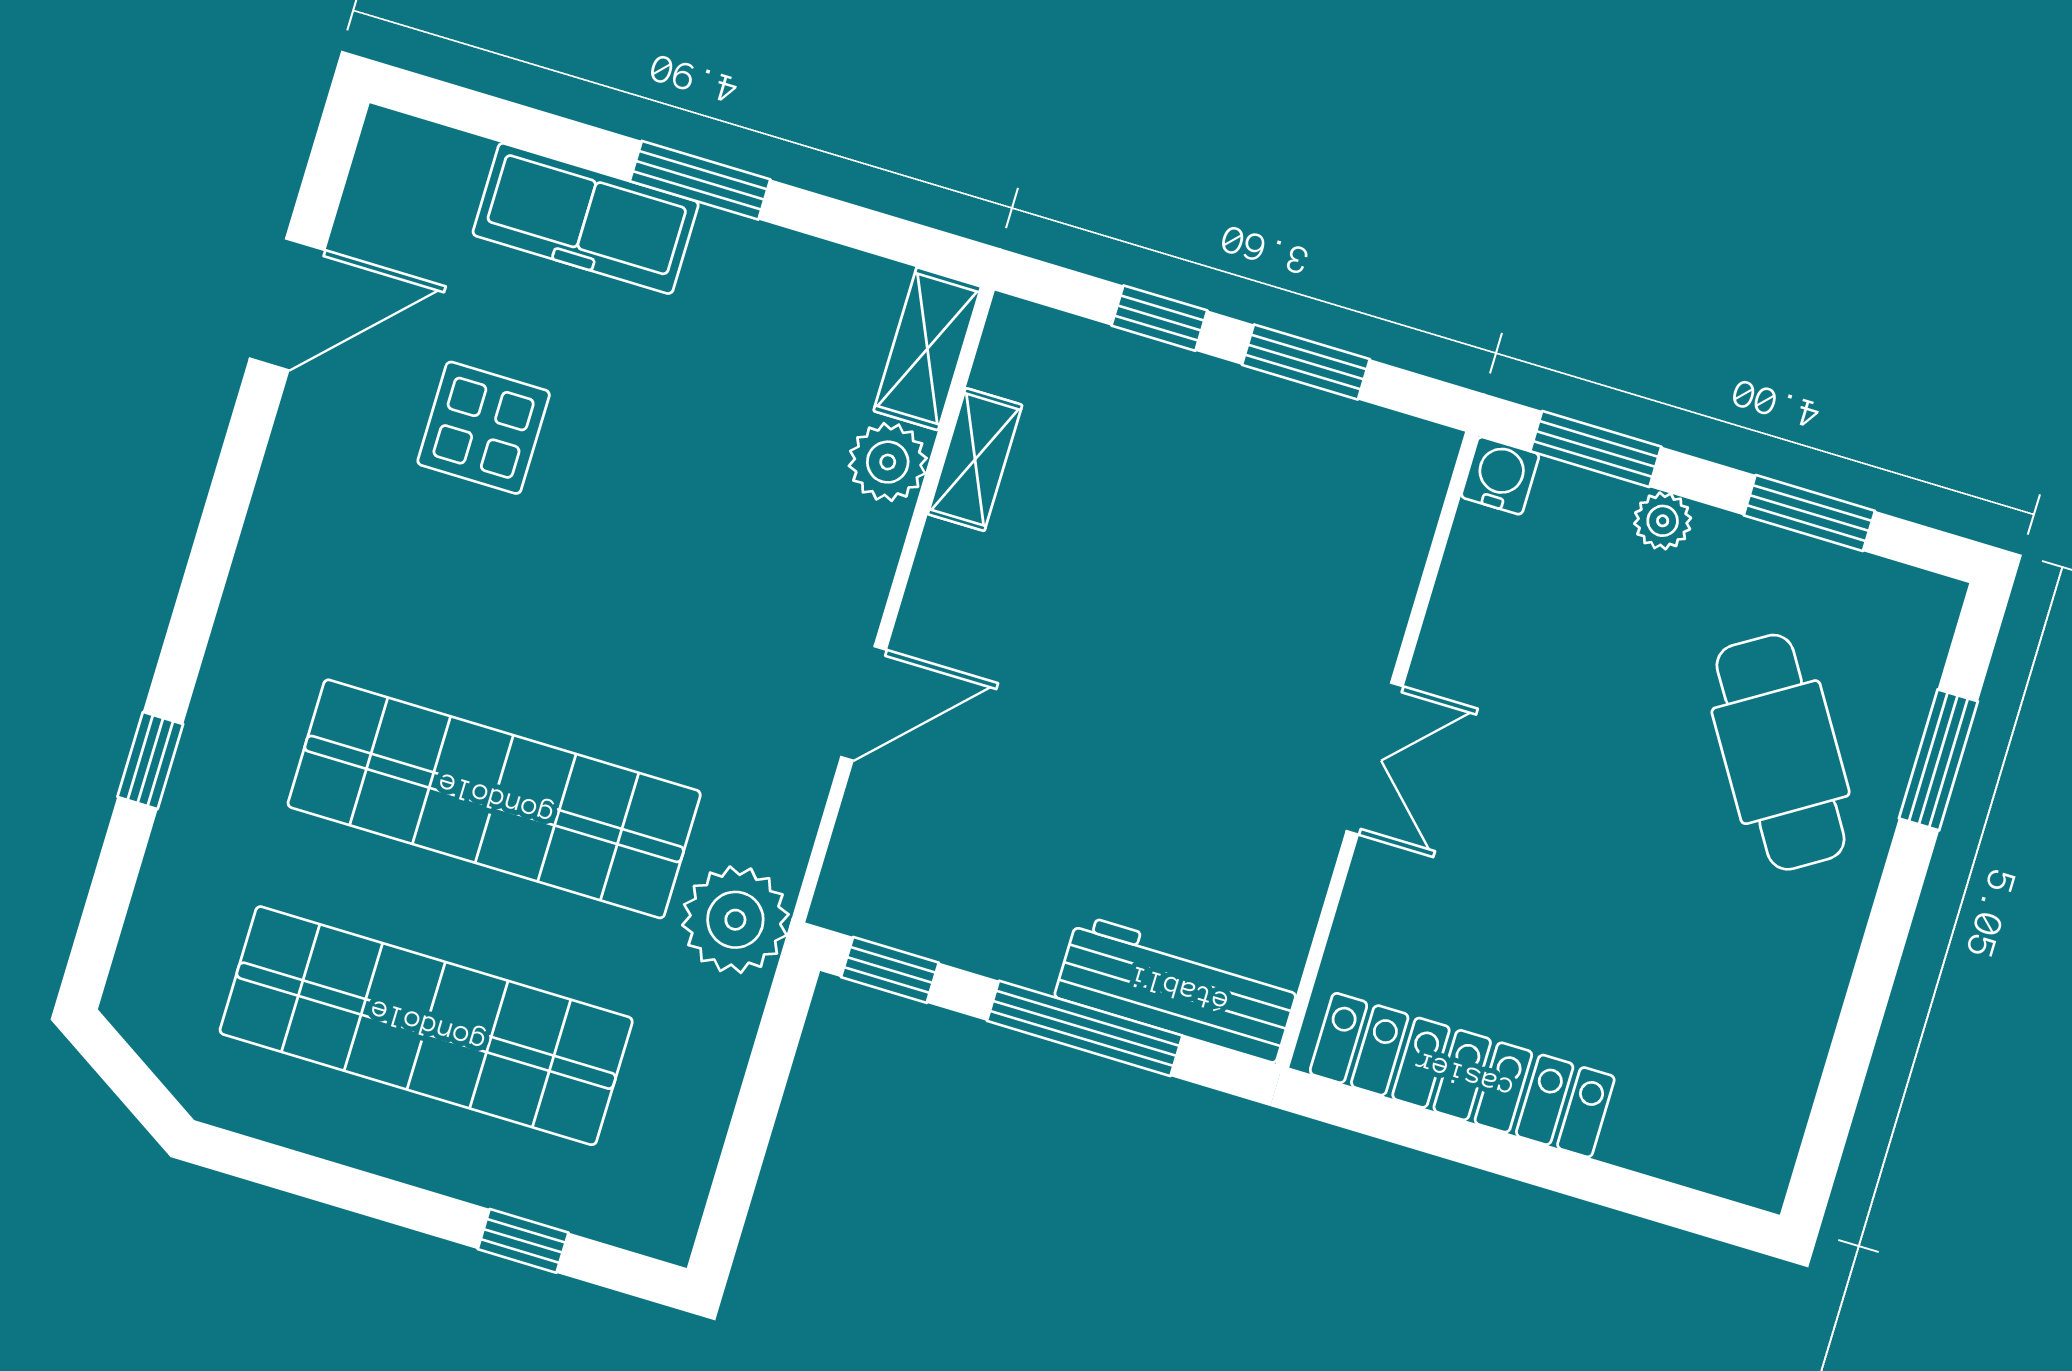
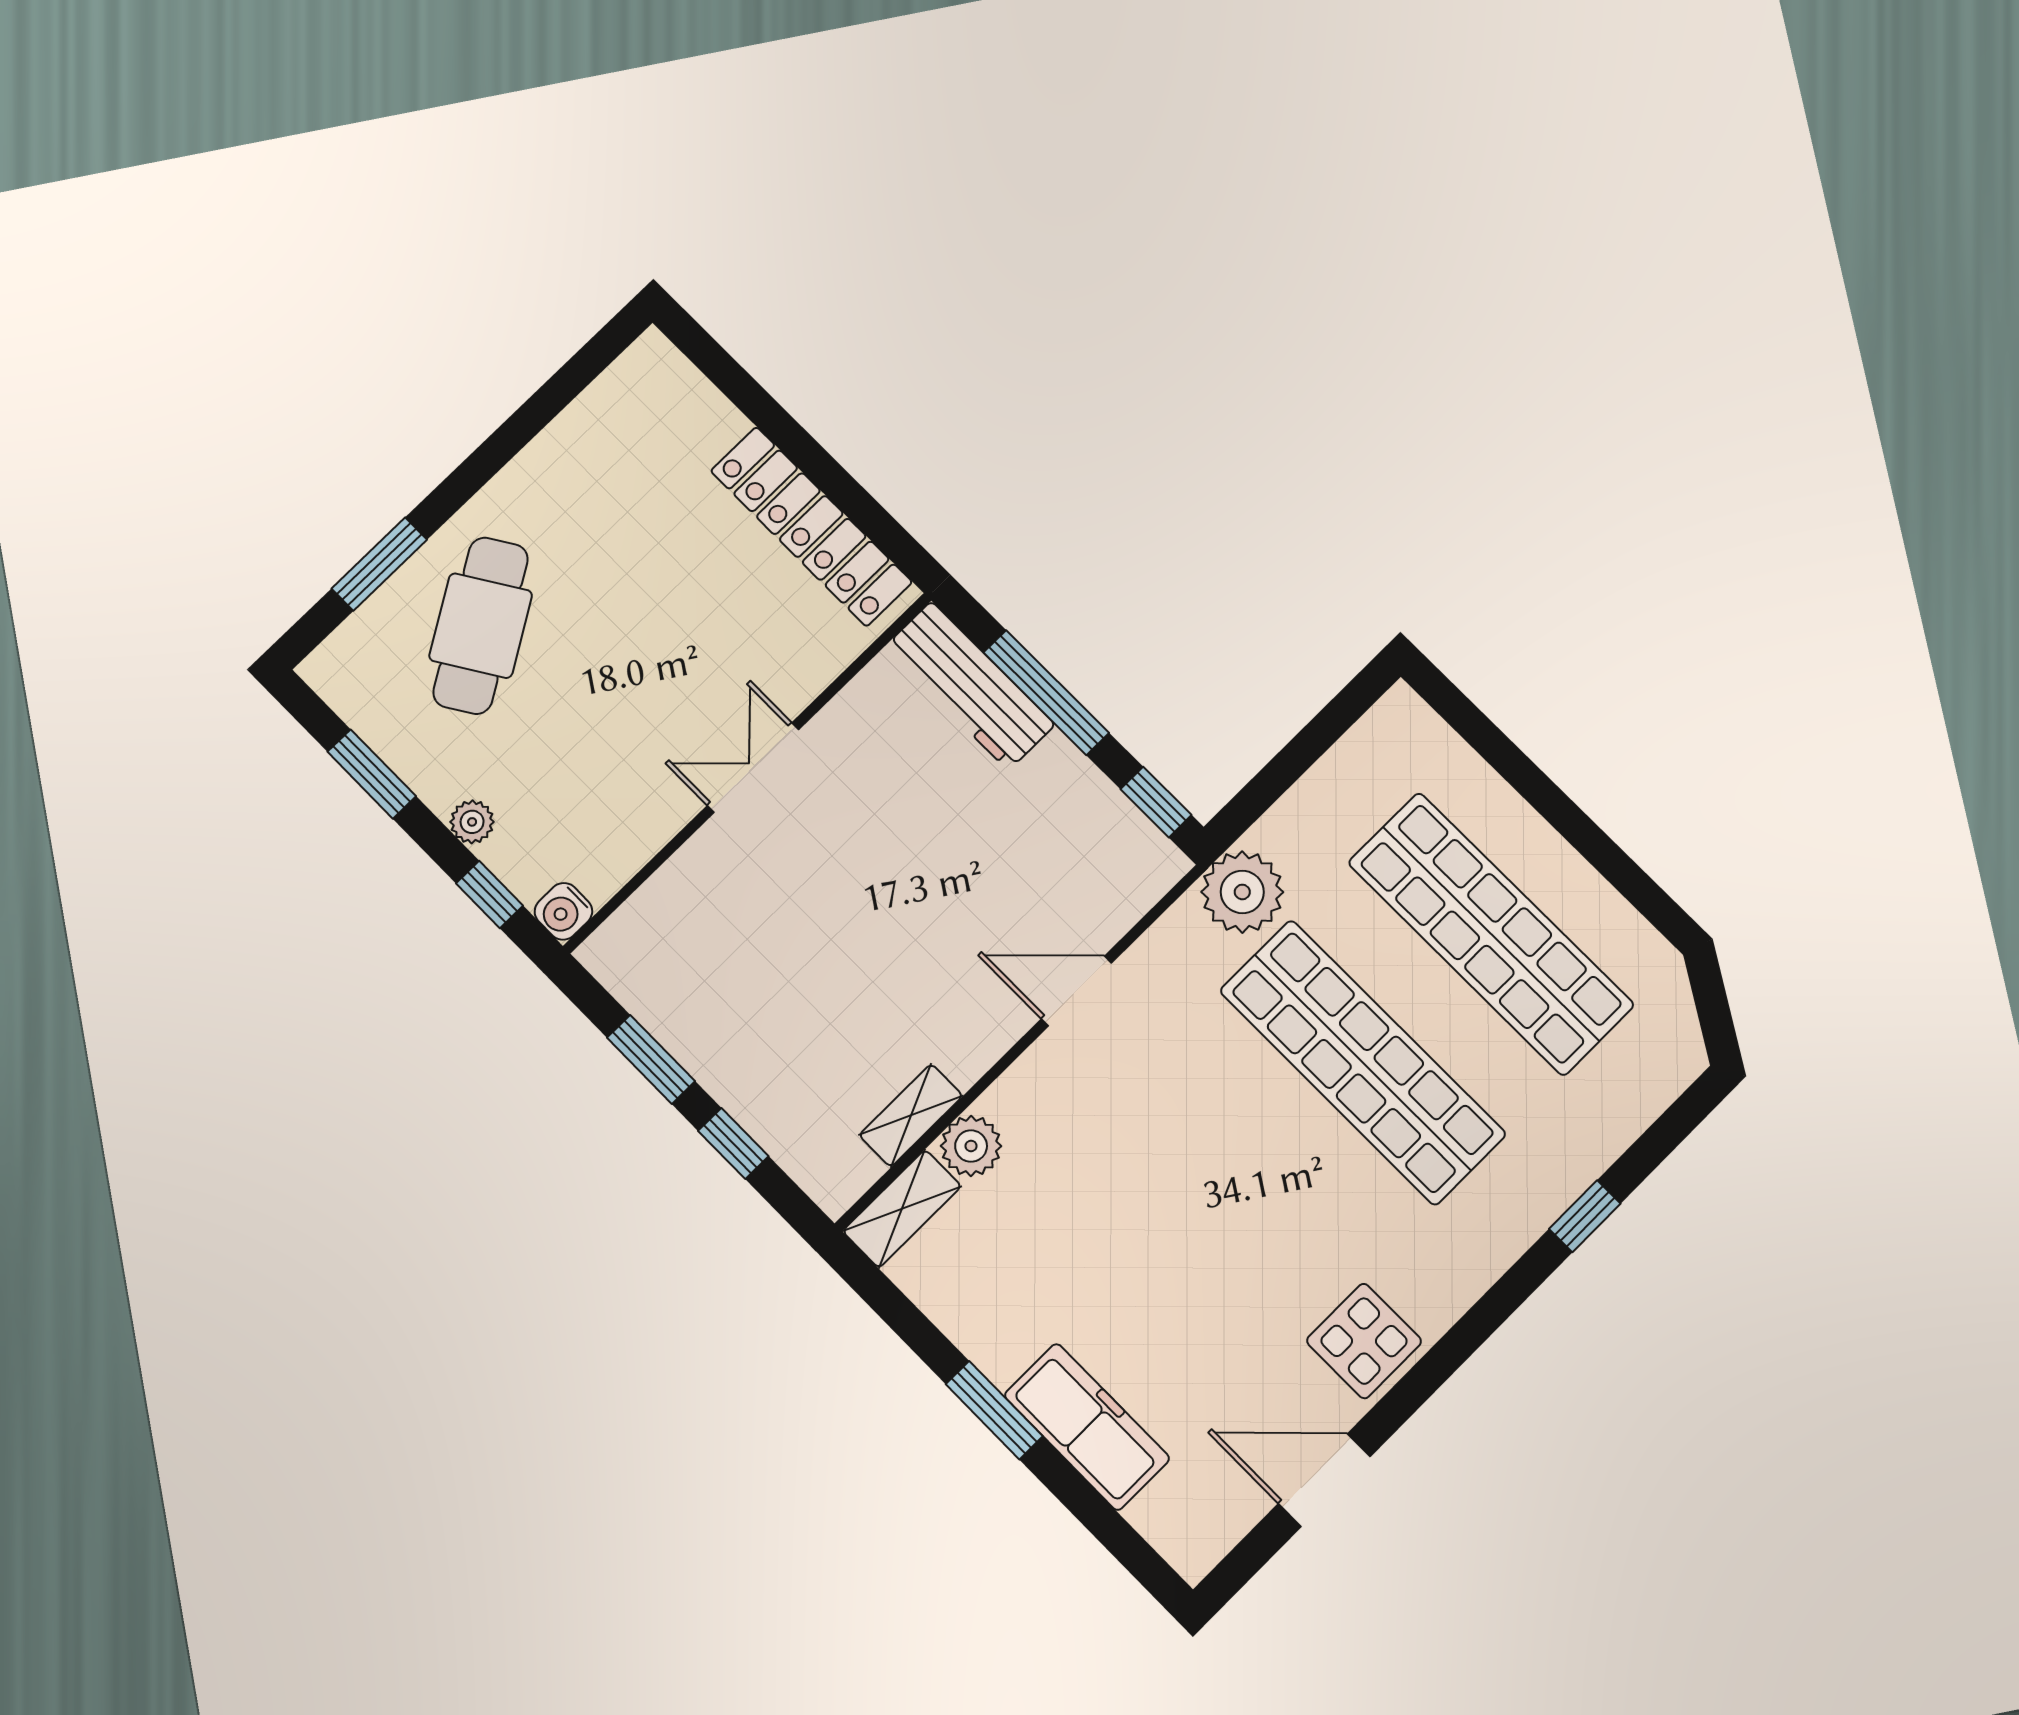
display table: (484, 428) -> (1364, 1341), moved
window: (1596, 449) -> (490, 894), width x0.67
window: (523, 1241) -> (1502, 754), removed

